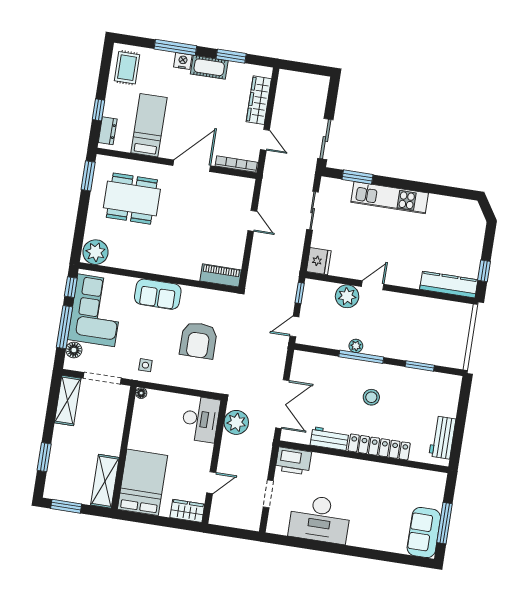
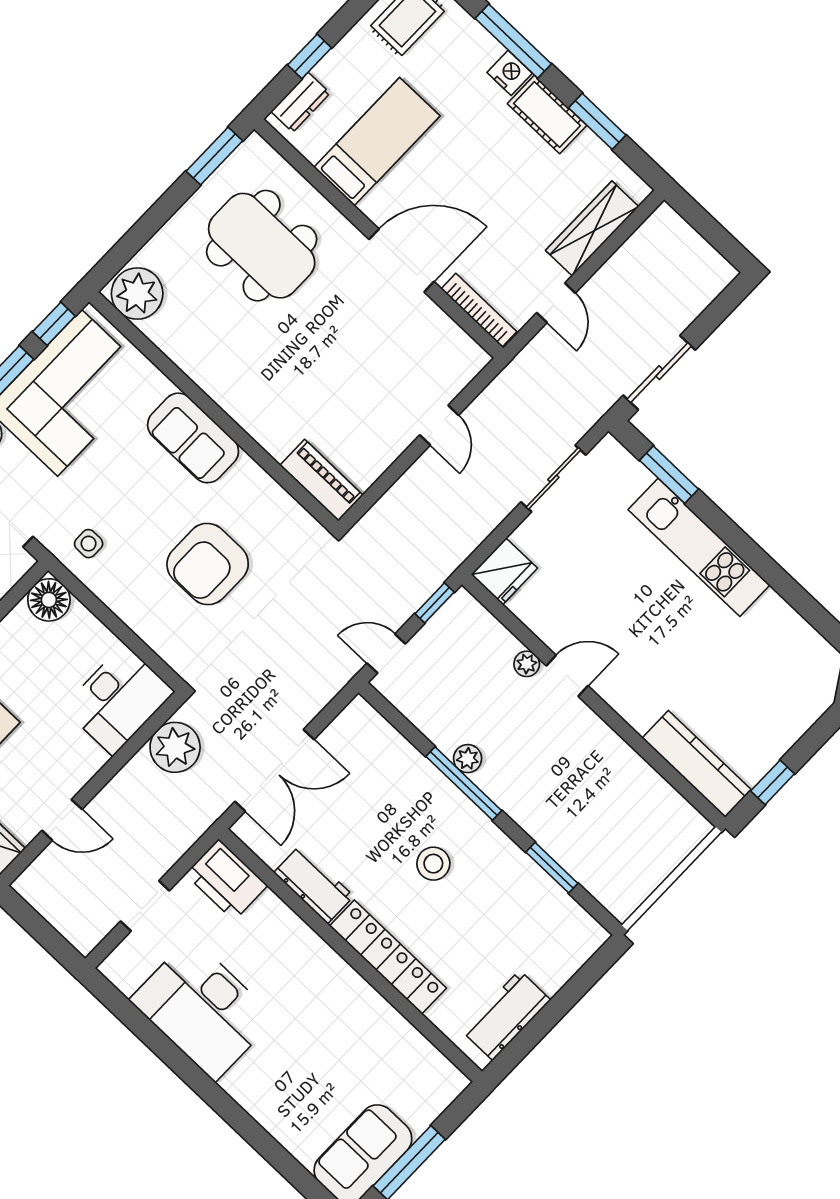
plant: (347, 296) -> (527, 664), width x0.53, depth x0.53
floor lamp: (141, 393) -> (49, 600), width x1.89, depth x1.89

